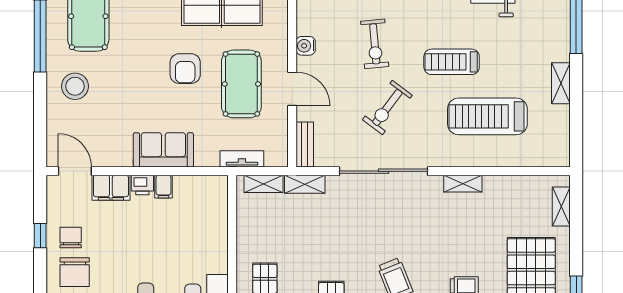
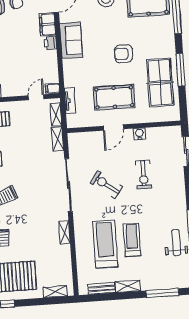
exercise bike: (375, 44) -> (143, 175), turned -85
treadmill: (452, 62) -> (132, 240), moved
armchair: (185, 69) -> (123, 54), moved
bench: (305, 145) -> (101, 289), moved
sofa: (163, 150) -> (71, 40), moved
filing cabinet: (164, 187) -> (53, 89), moved
door: (232, 215) -> (36, 97), added

